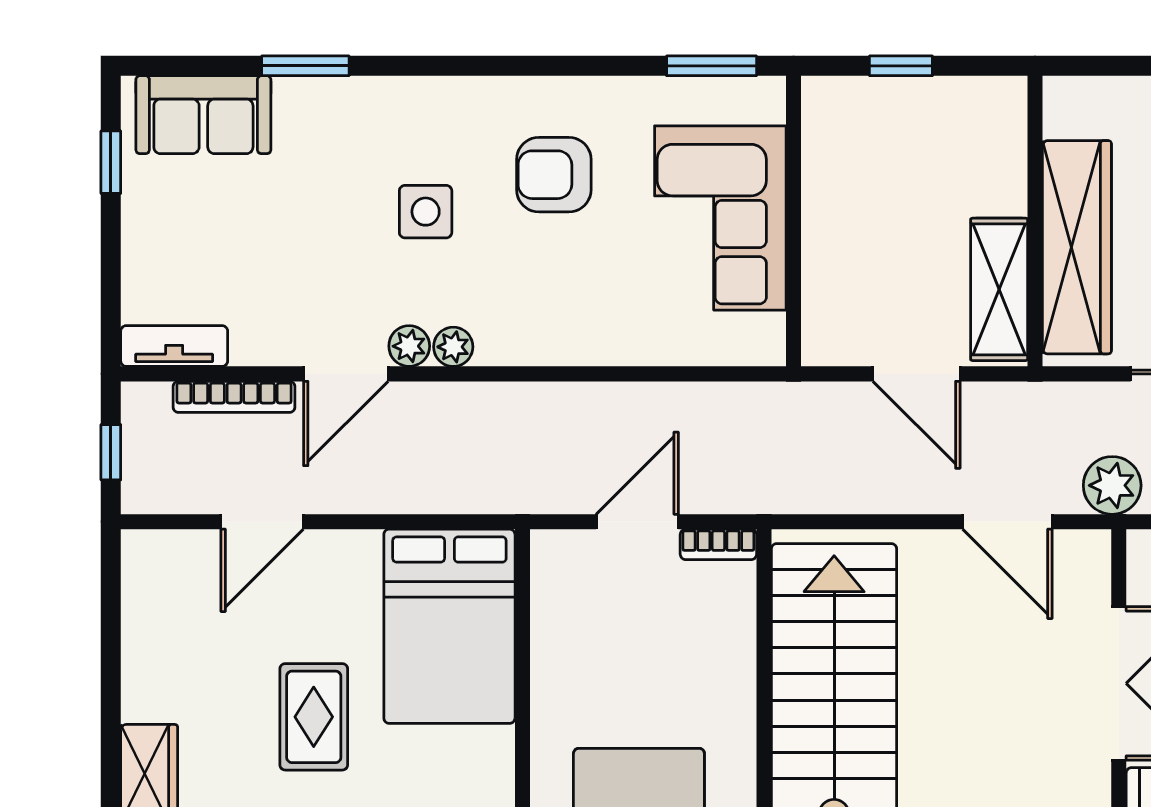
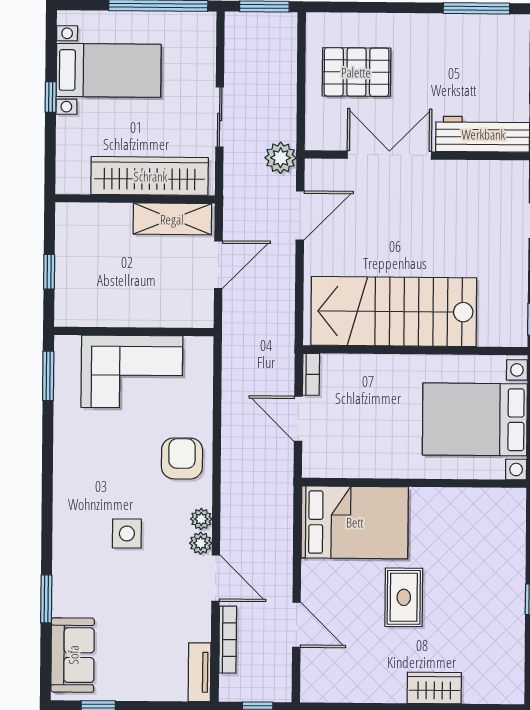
armchair: (554, 175) -> (182, 458), moved, turned 180
rug: (314, 717) -> (404, 597), turned 90

